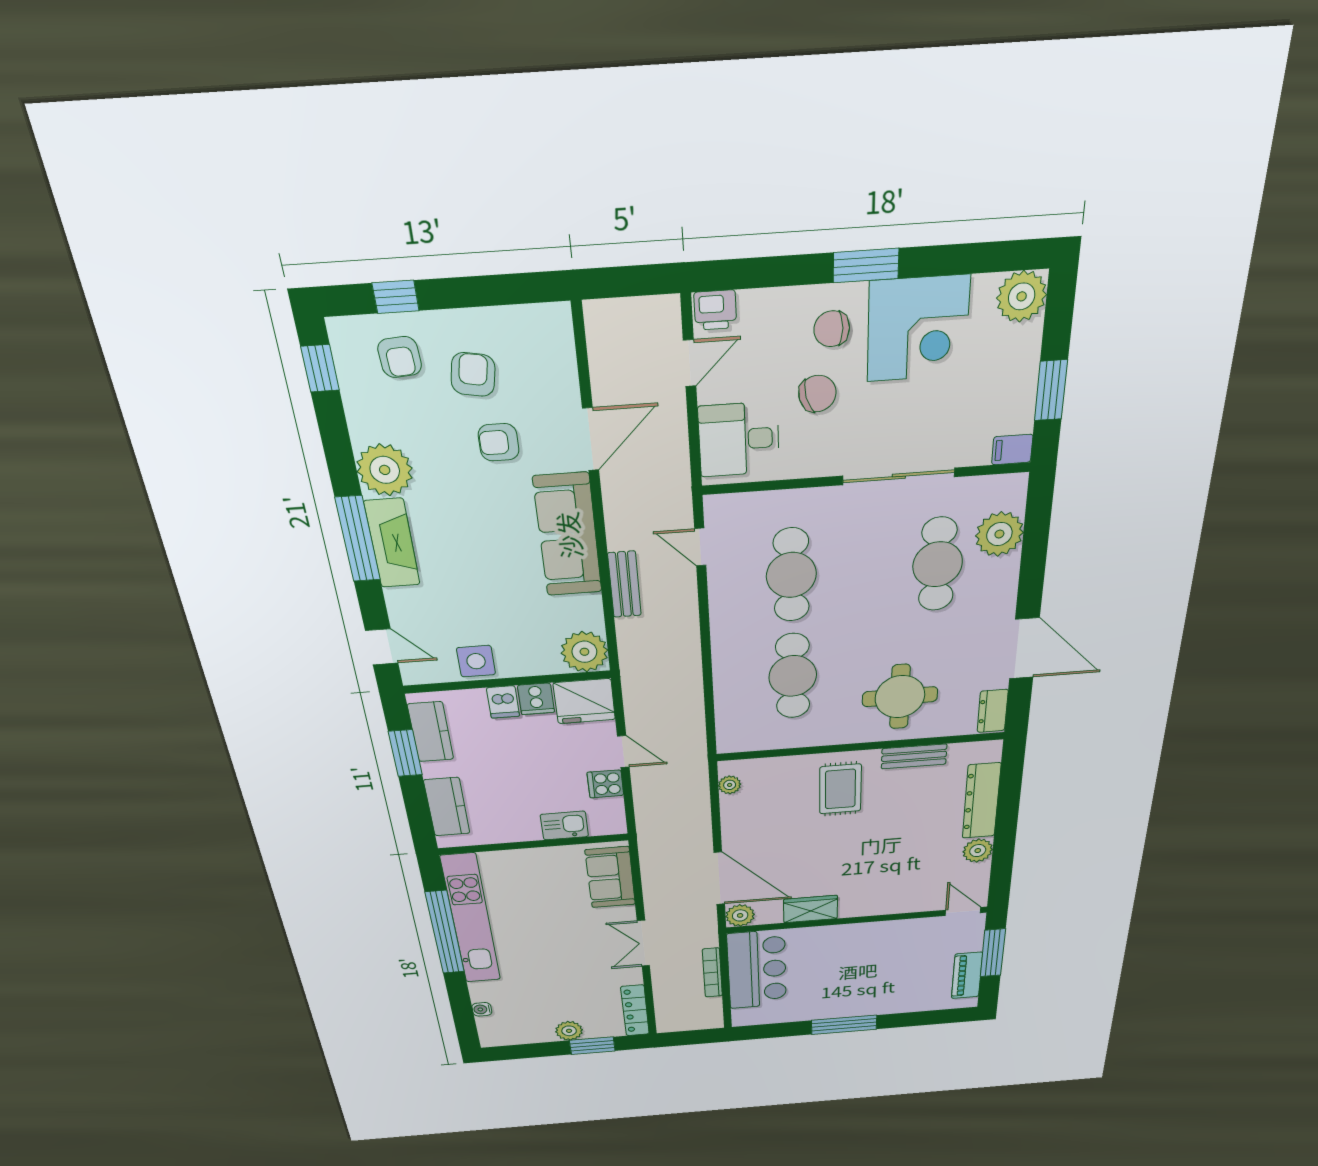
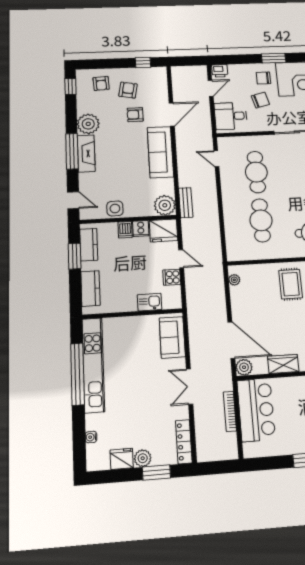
window: (396, 297) -> (143, 63), moved
bench: (624, 584) -> (186, 203), moved
fridge: (535, 1032) -> (122, 459), added

